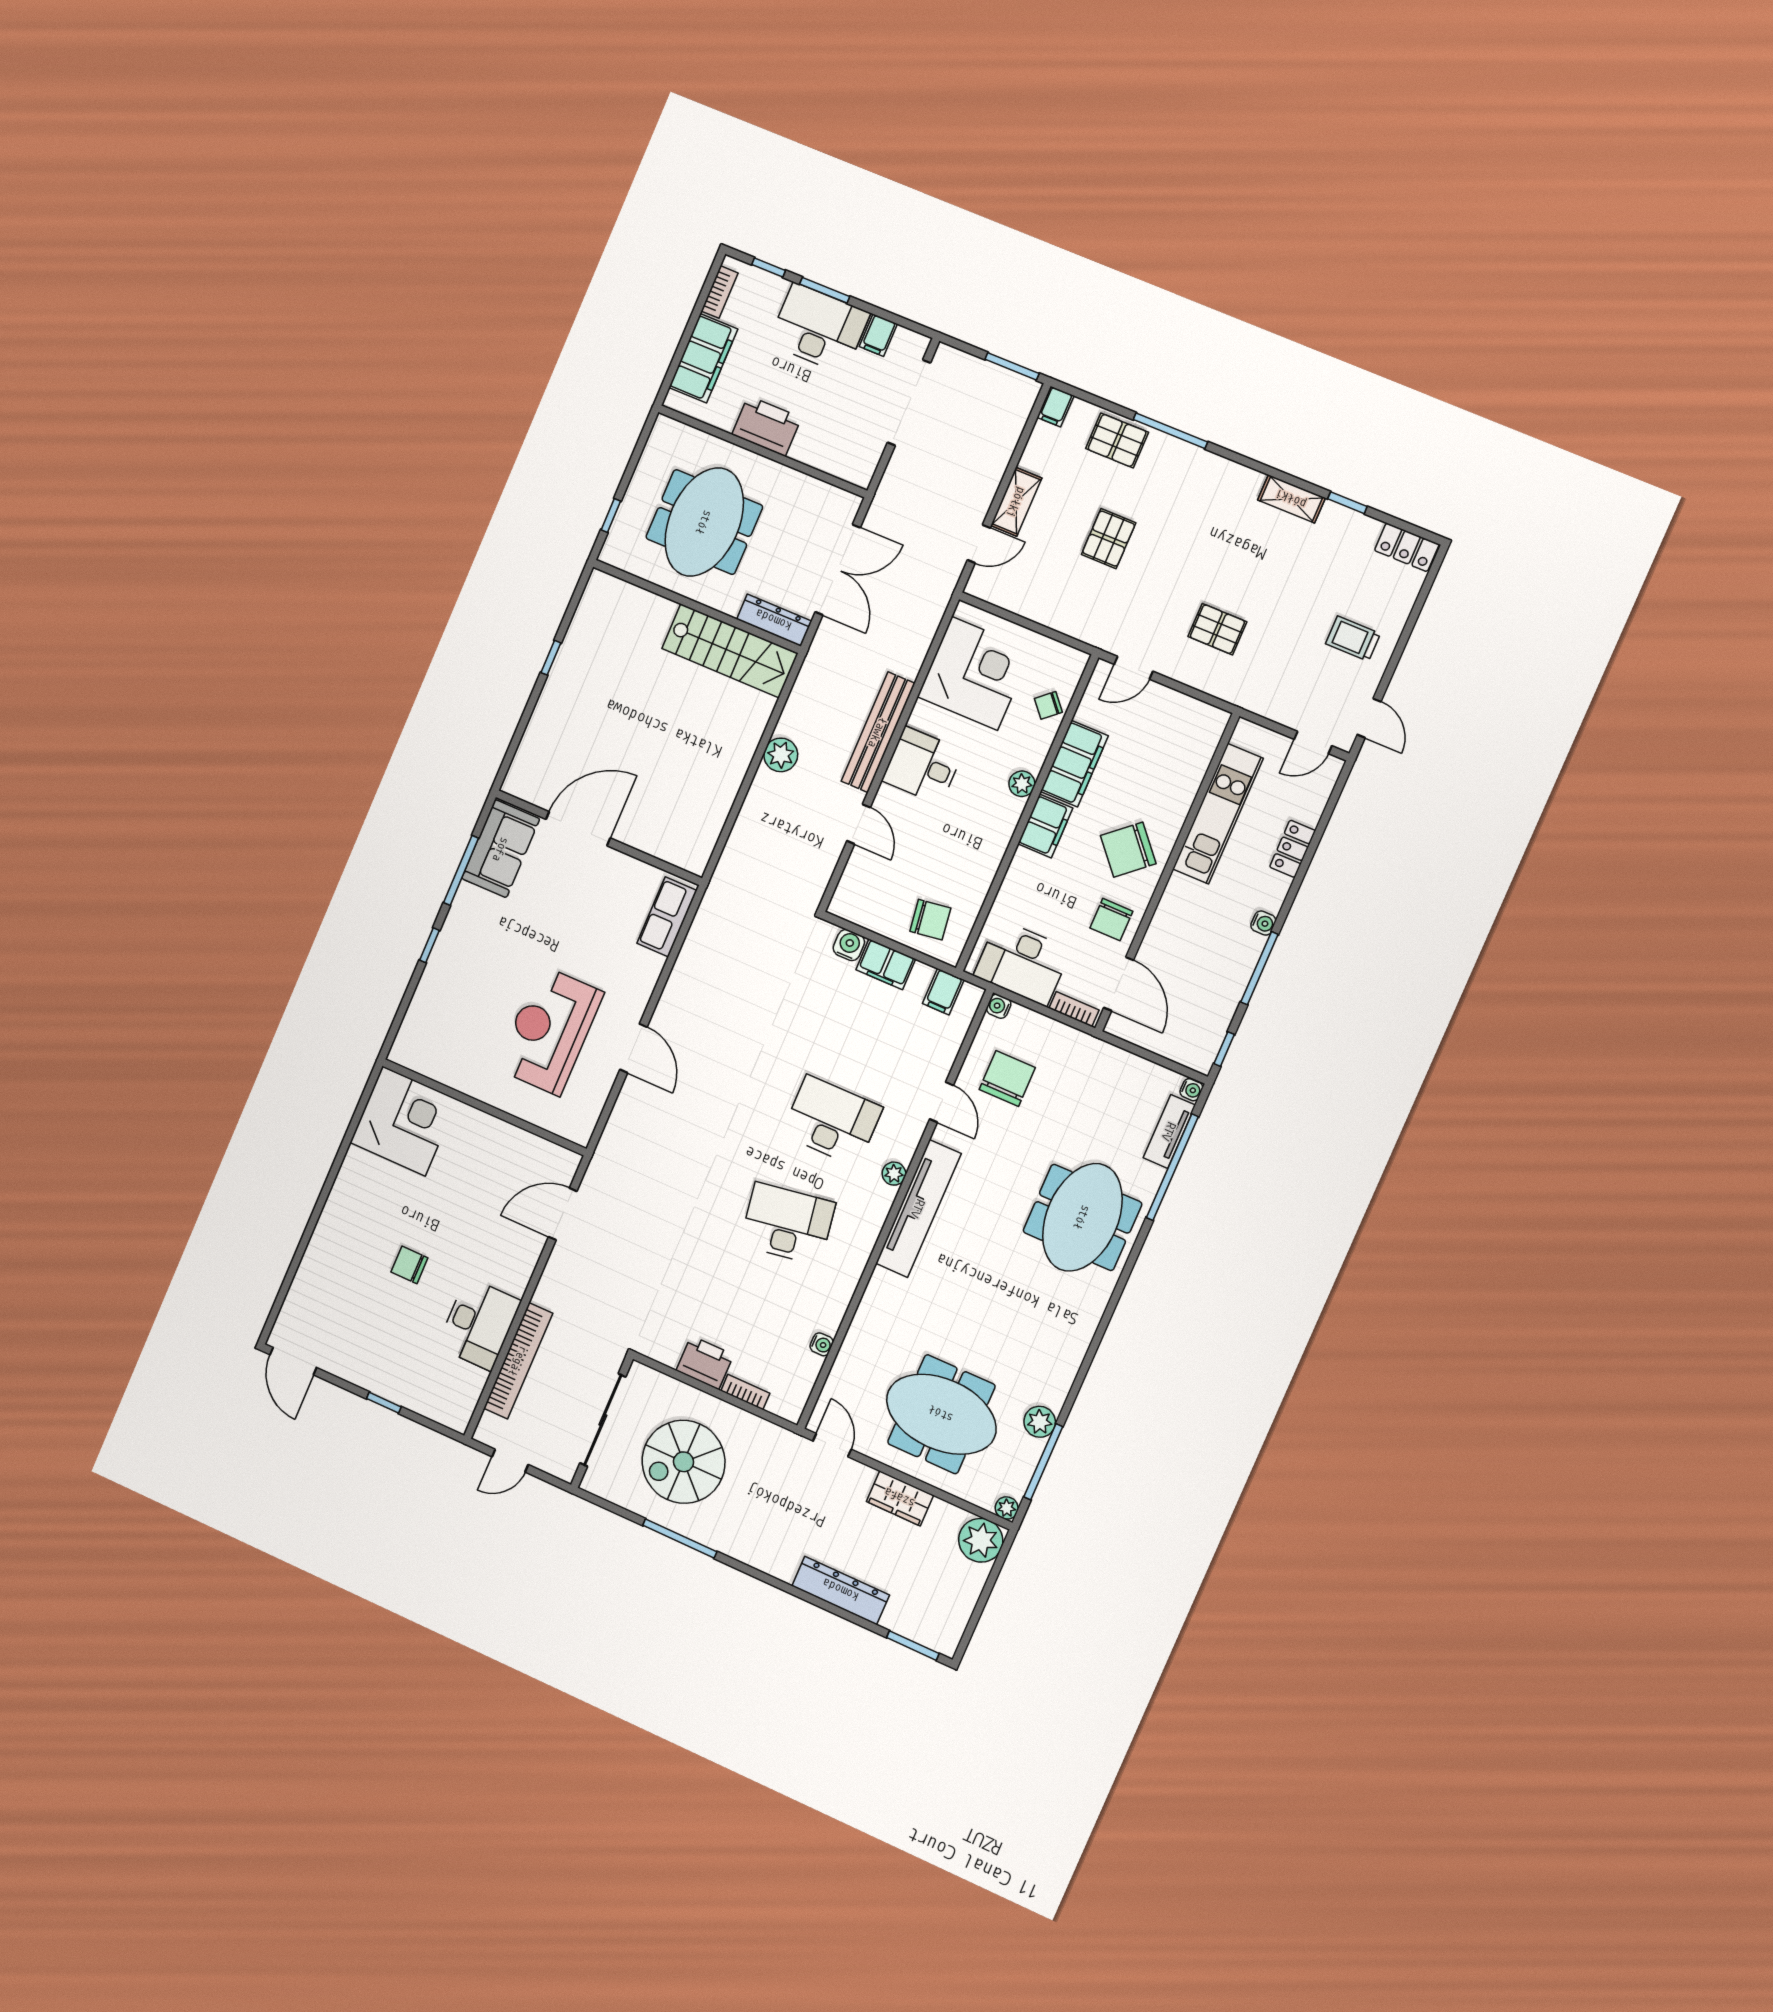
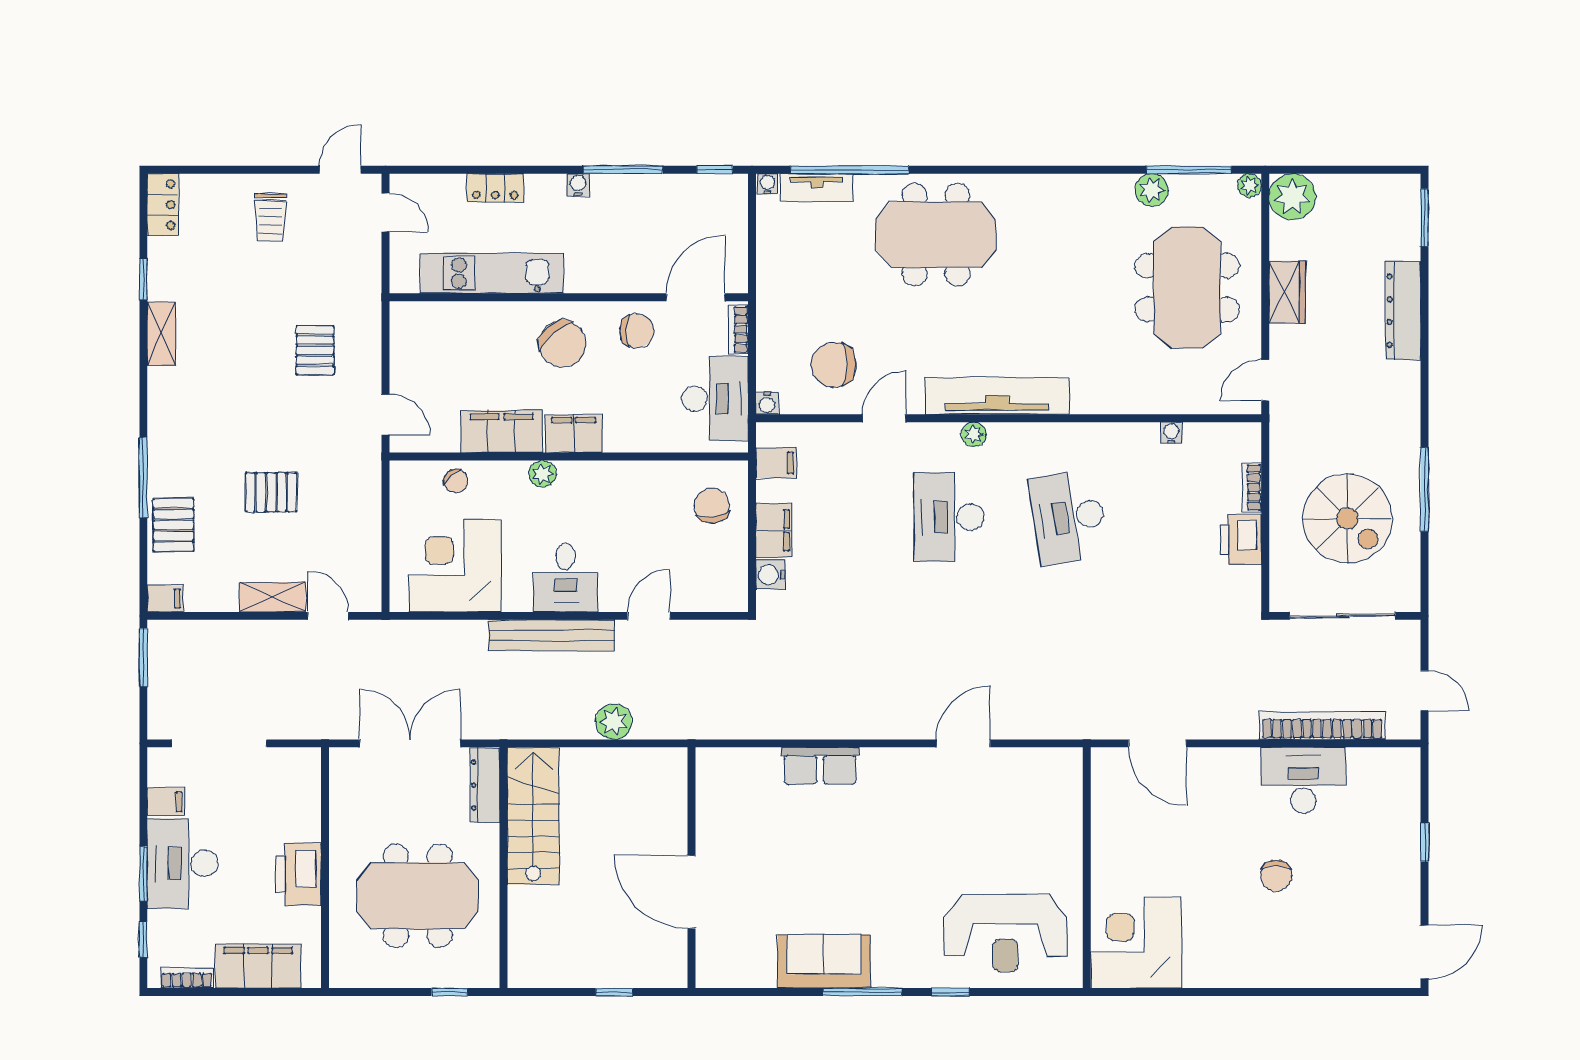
door: (578, 829) -> (692, 892), moved
wall: (599, 837) -> (692, 868), moved
reception desk: (550, 1030) -> (1005, 933), moved

